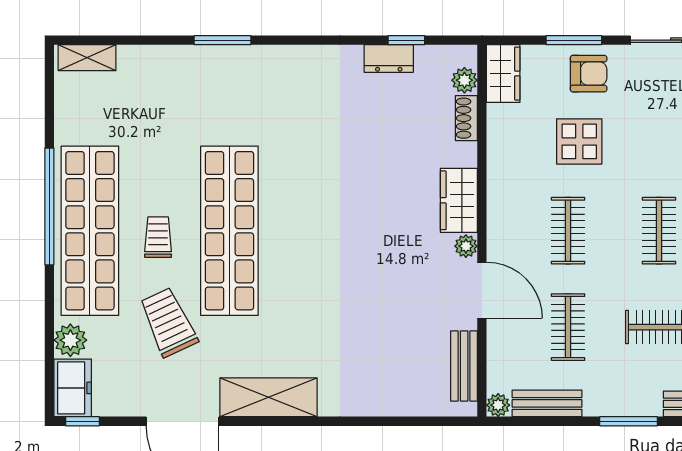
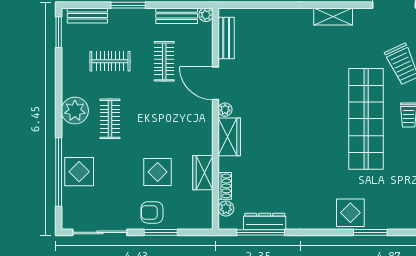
window: (406, 40) -> (261, 232), width x2.17
dresser: (389, 58) -> (265, 221), width x1.44
display table: (256, 73) -> (350, 213), added
wardrobe: (503, 74) -> (203, 173), moved
clothes rail: (568, 231) -> (164, 119), removed
shelving: (269, 397) -> (333, 17), width x0.67, depth x0.75

